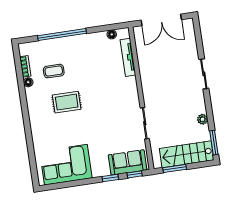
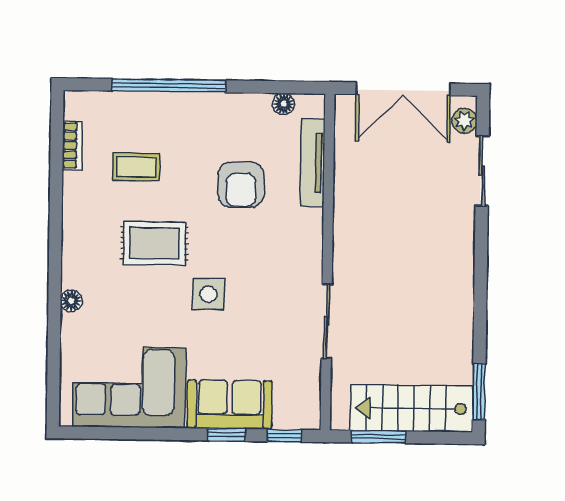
armchair: (99, 71) -> (241, 184), added
sliding door: (204, 74) -> (482, 171), moved
floor lamp: (28, 82) -> (71, 301), moved
plant: (203, 119) -> (464, 121), moved
side table: (93, 120) -> (209, 294), added
sofa: (128, 162) -> (230, 405), moved

